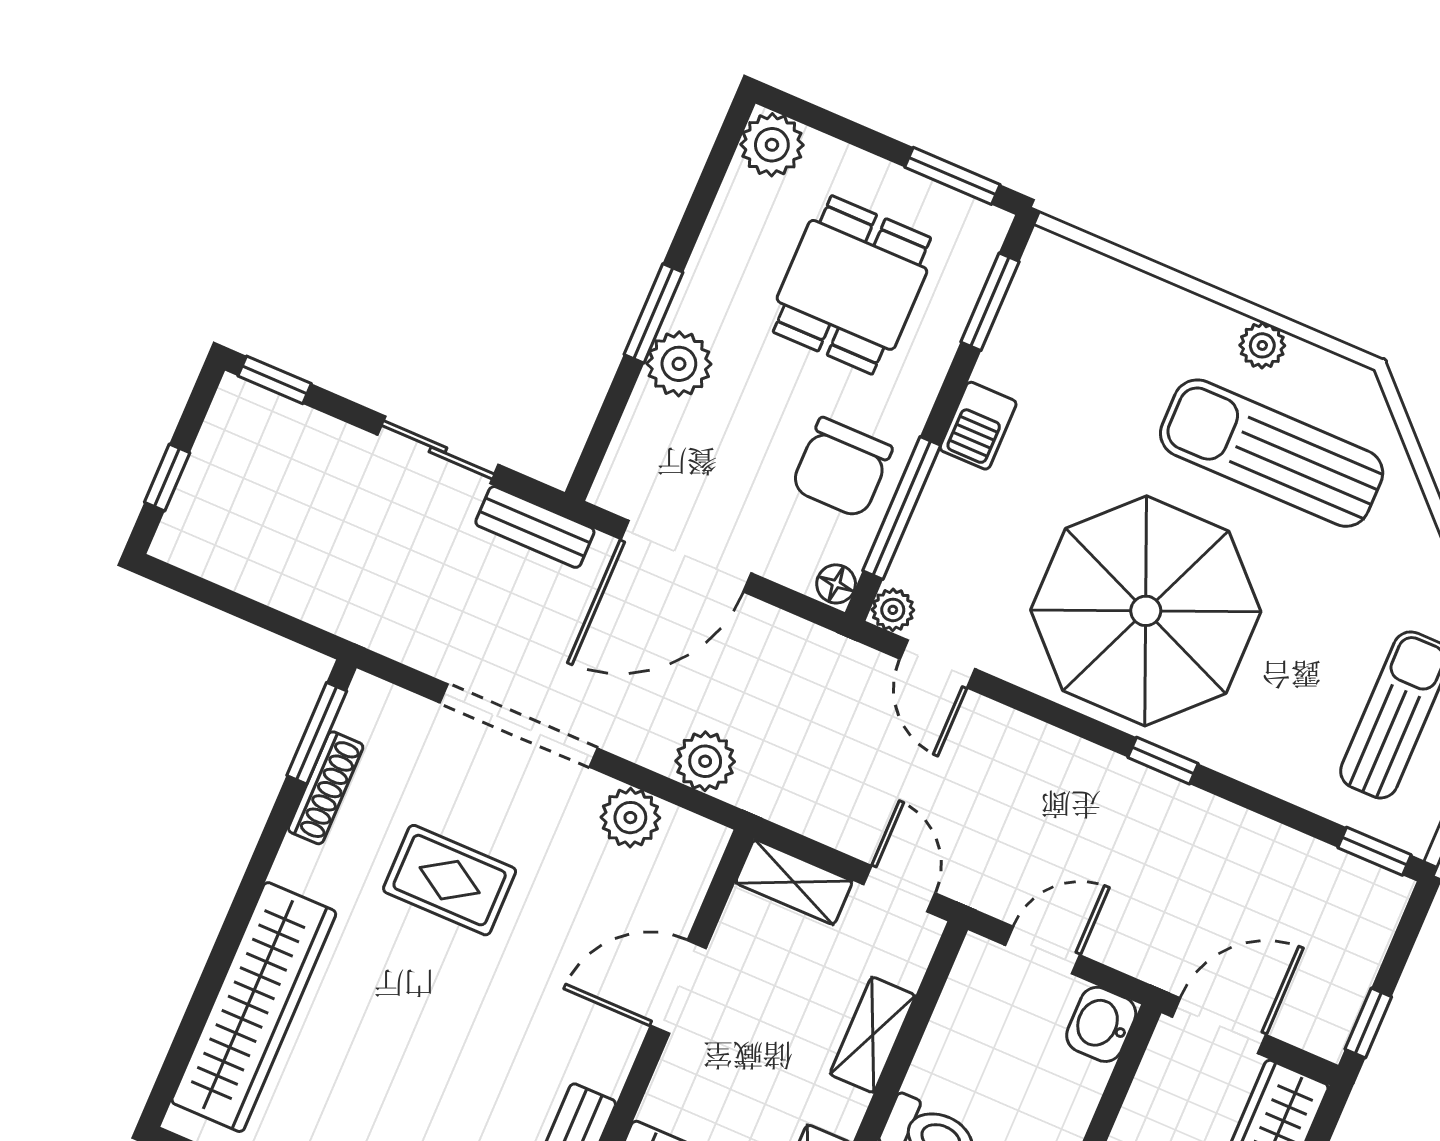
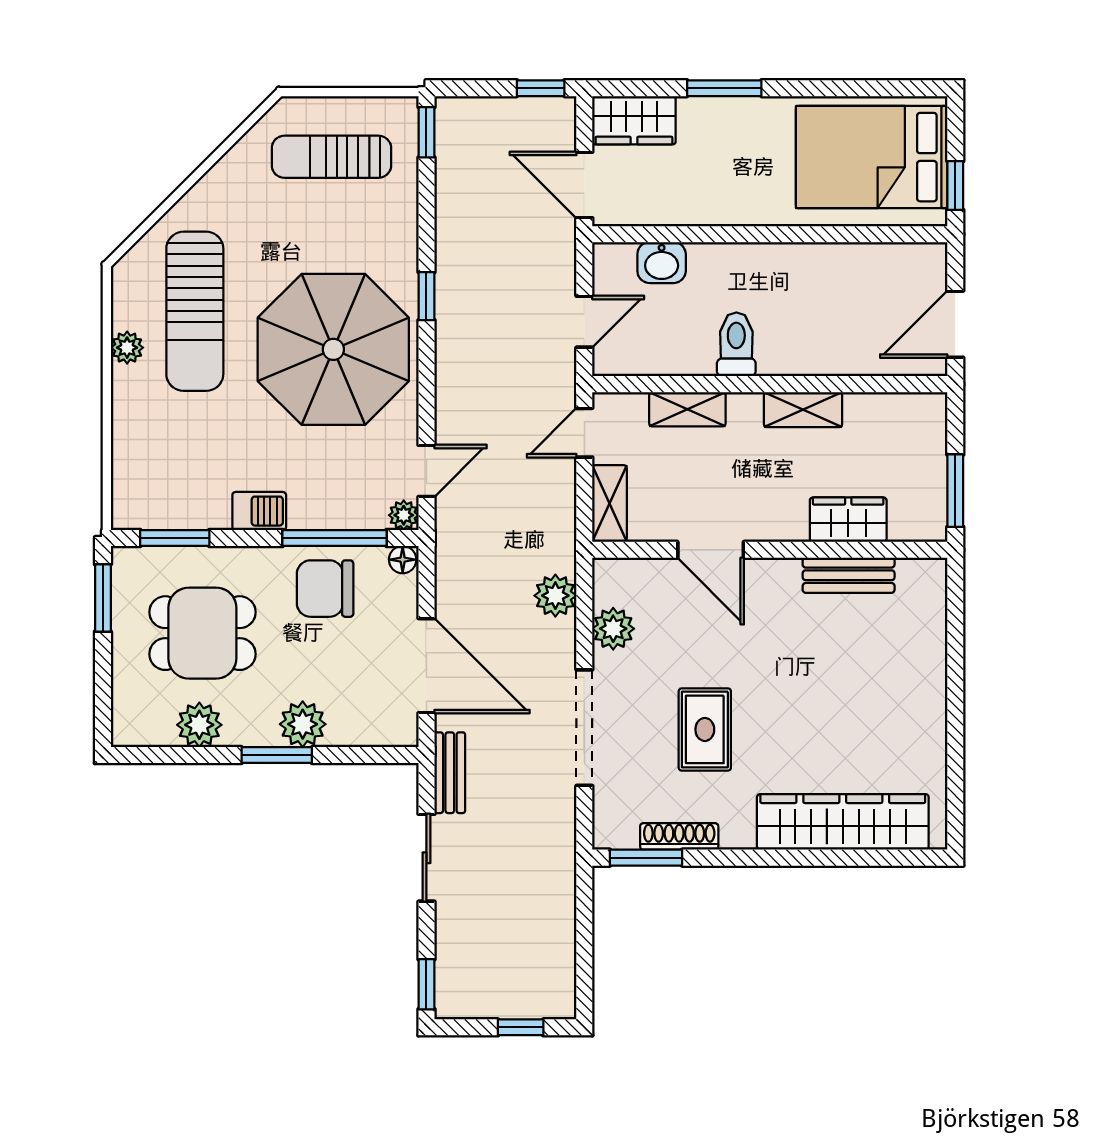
plant: (772, 145) -> (199, 725), moved
chair: (842, 468) -> (325, 589), turned 180
door: (1043, 950) -> (584, 322), swing flipped
washbasin: (1101, 1024) -> (662, 263), moved

